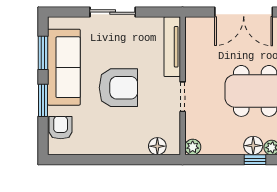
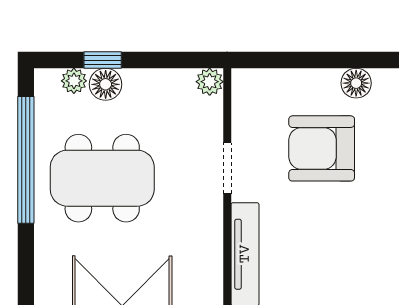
armchair: (118, 88) -> (322, 148), moved
floor lamp: (157, 146) -> (356, 83), moved

